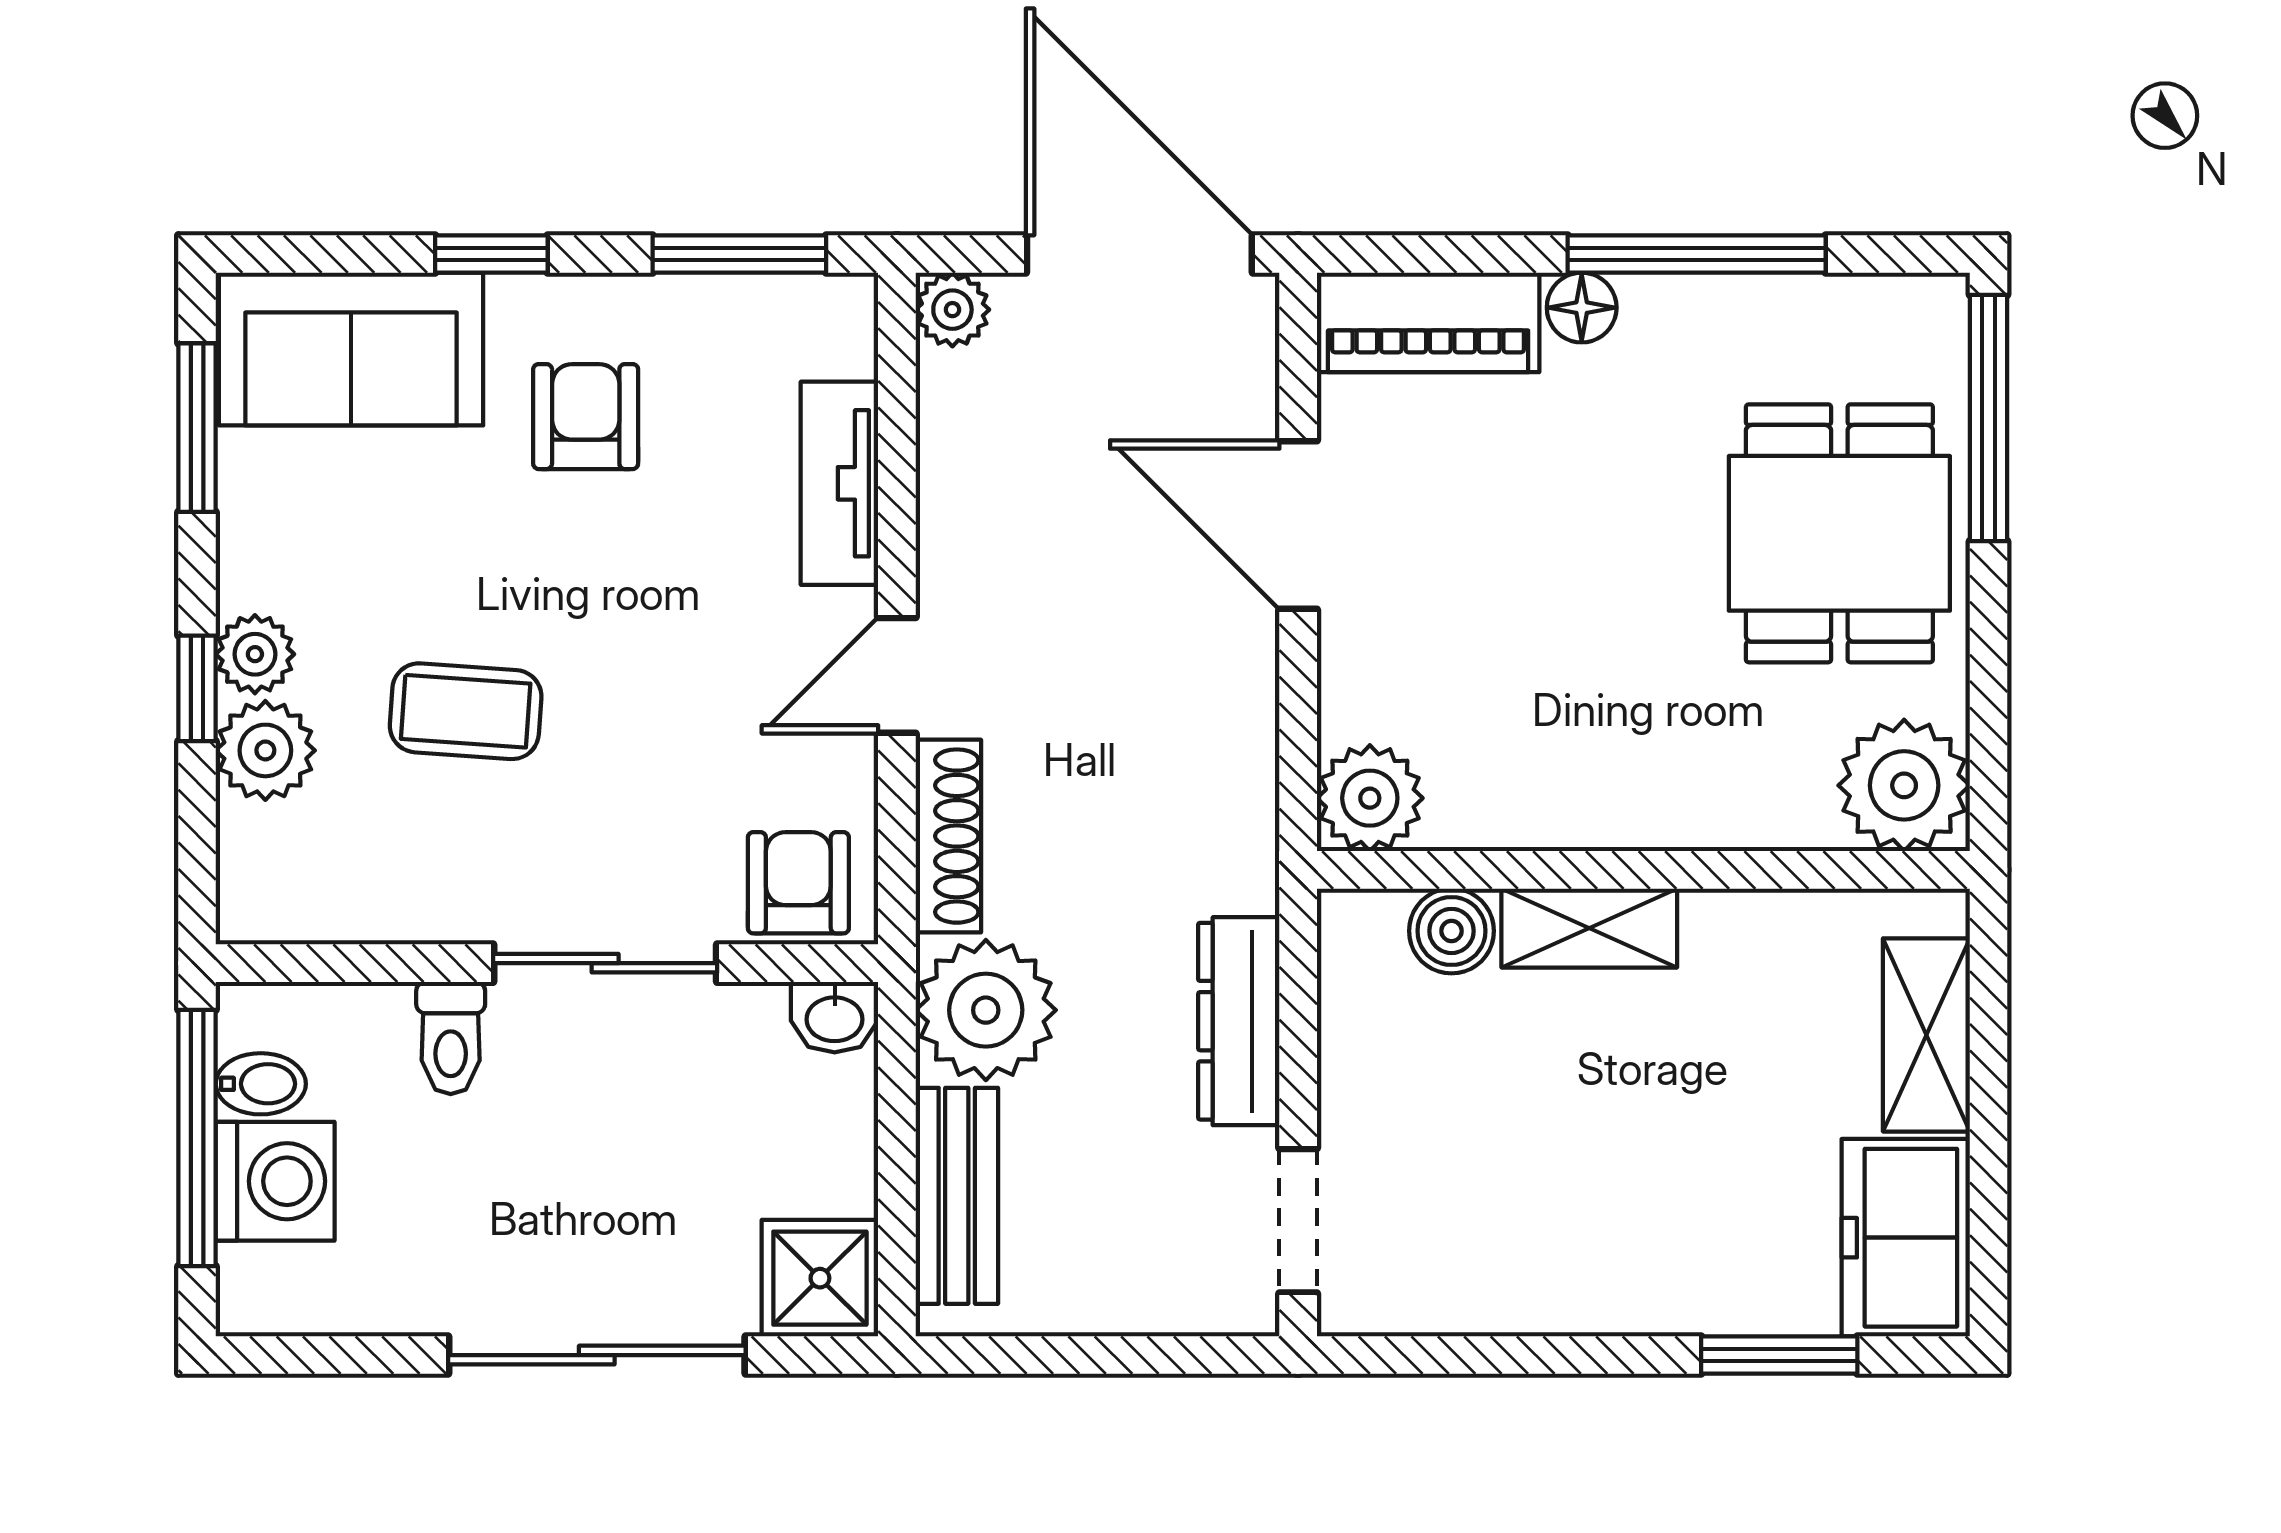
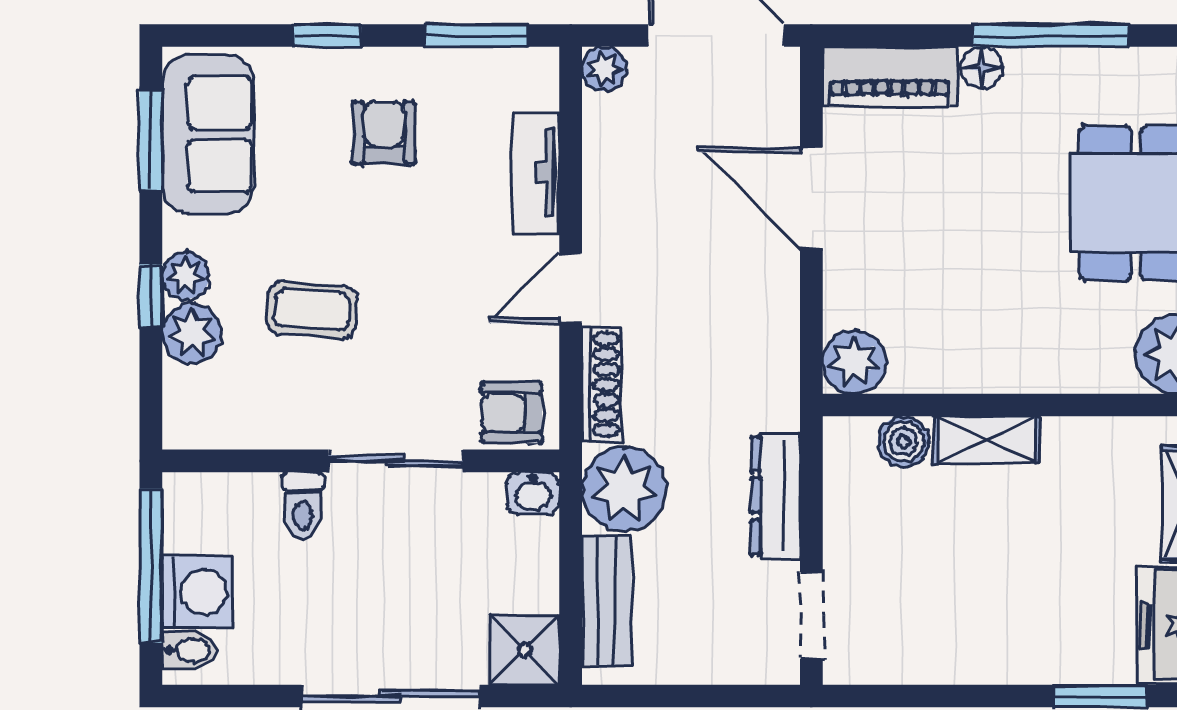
sofa: (351, 349) -> (208, 134), moved, turned -90
armchair: (798, 883) -> (512, 413), turned -90
bidet: (261, 1084) -> (189, 650), moved

